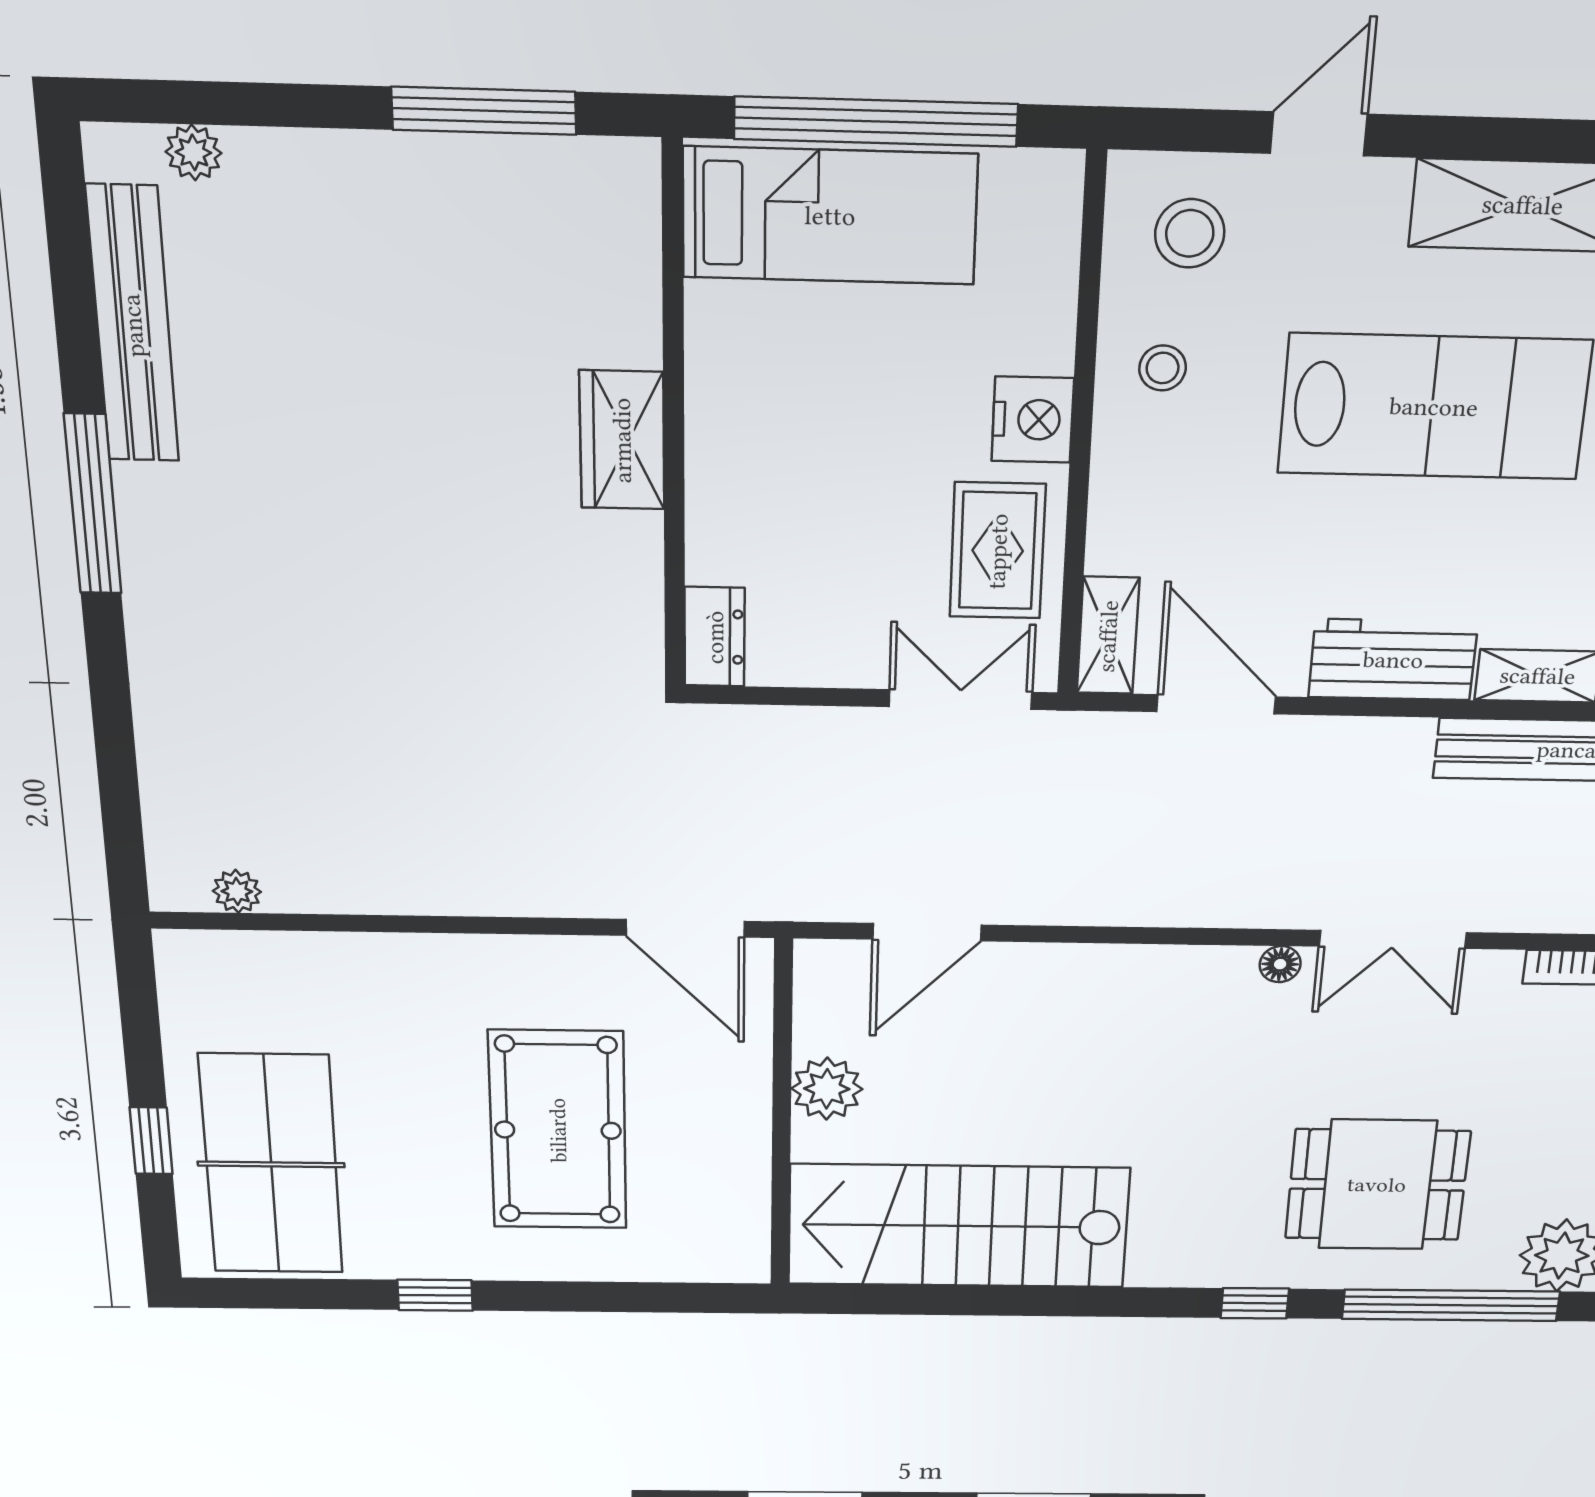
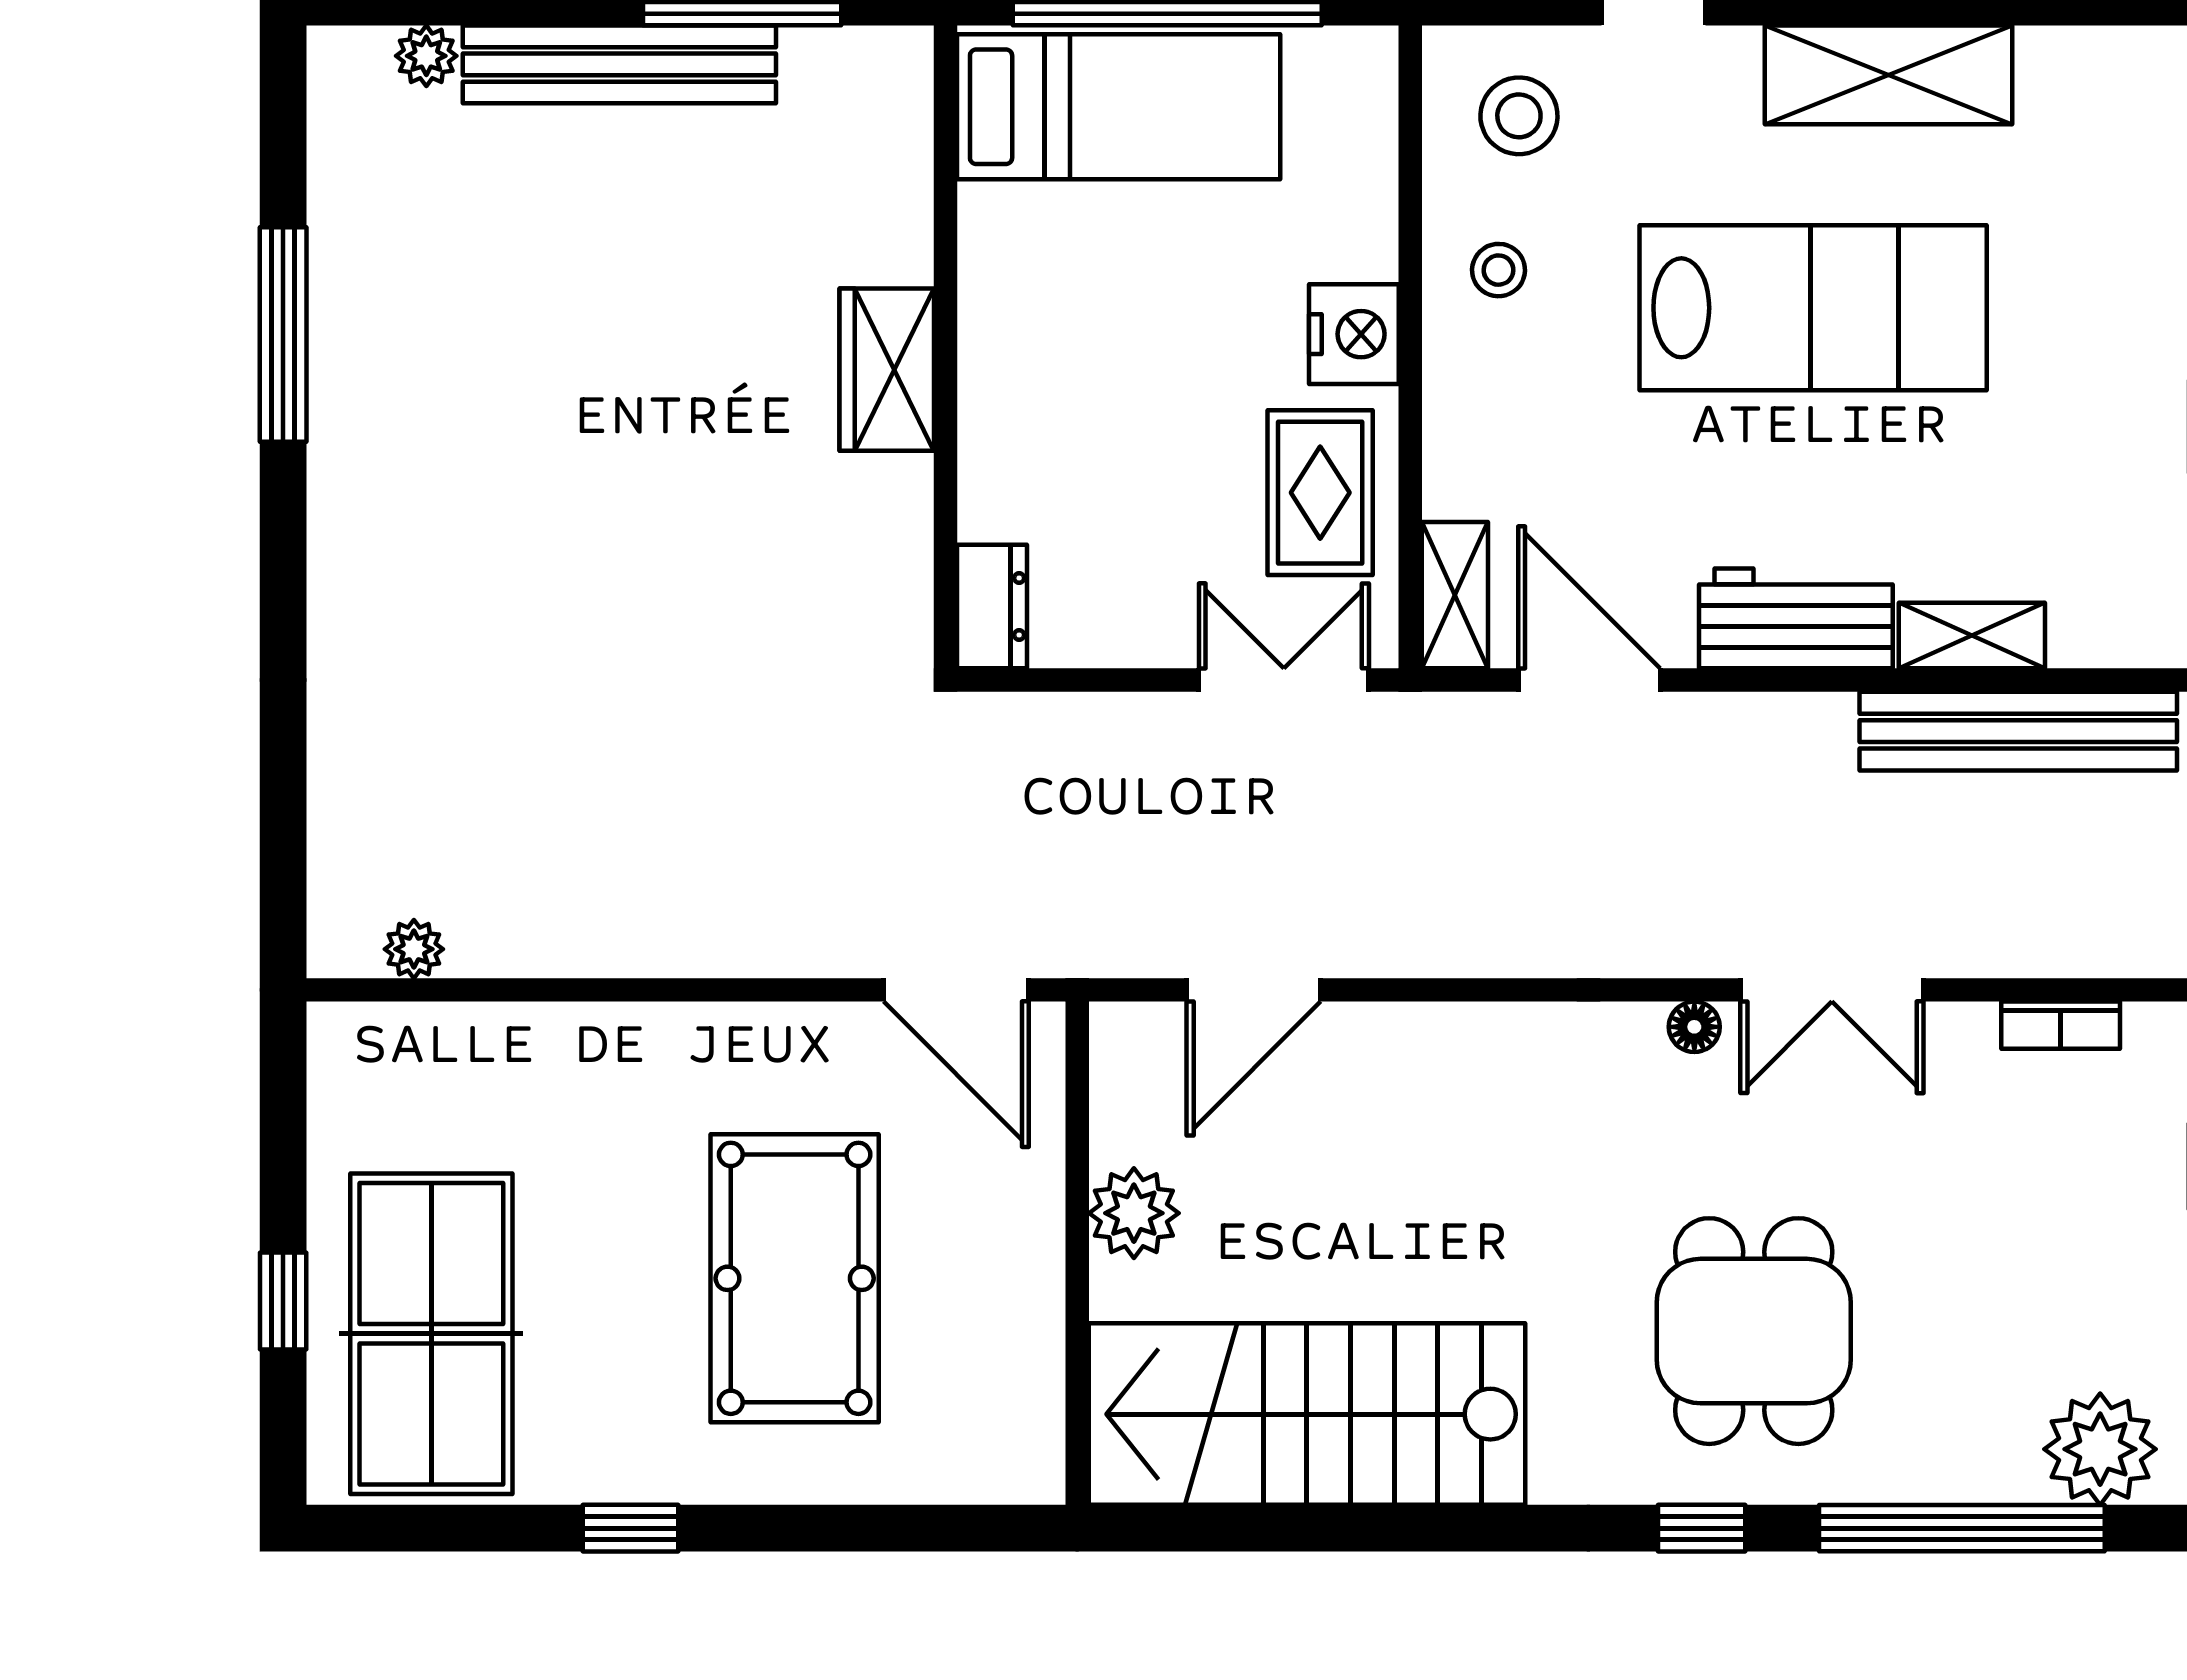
bench: (133, 325) -> (619, 64), moved, turned 90
window: (93, 504) -> (283, 335), moved
dining table: (1377, 1185) -> (1754, 1331), moved, turned 90

